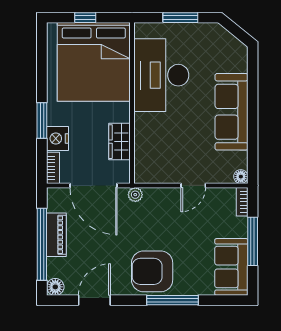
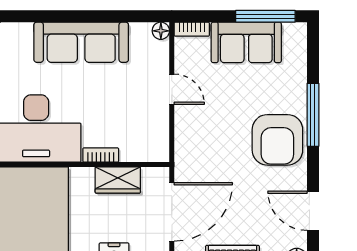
bookcase: (140, 128) -> (101, 155), added
plant: (135, 195) -> (183, 161), removed
window: (253, 241) -> (265, 16), moved
sofa: (231, 267) -> (246, 42), moved

